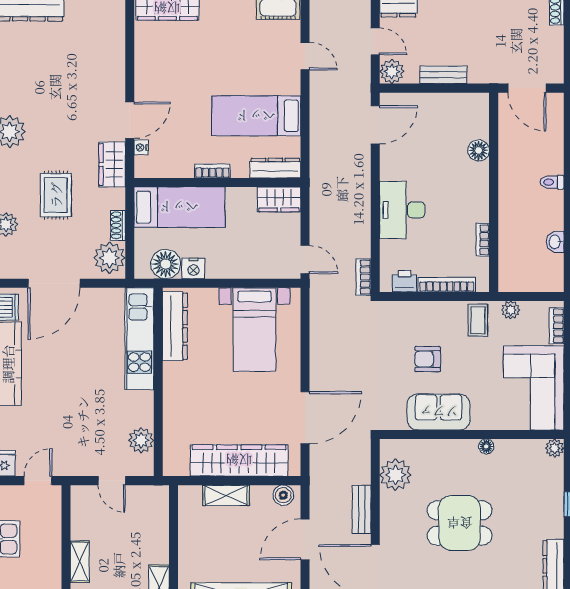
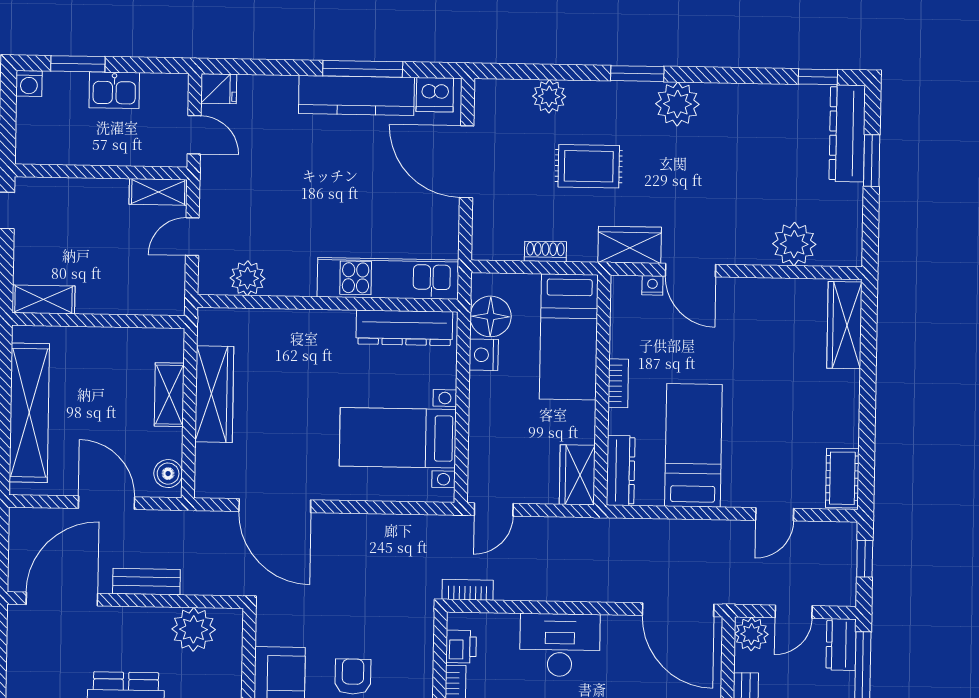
door: (375, 125) -> (678, 610), width x1.36
plant: (109, 258) -> (794, 244), moved
wardrobe: (239, 460) -> (214, 394), width x0.71, depth x0.85
shelving: (80, 562) -> (158, 192), moved

